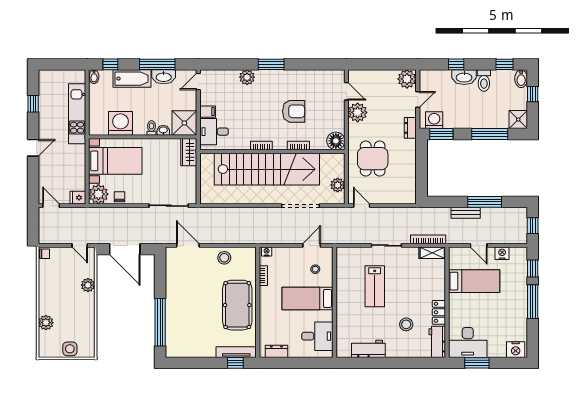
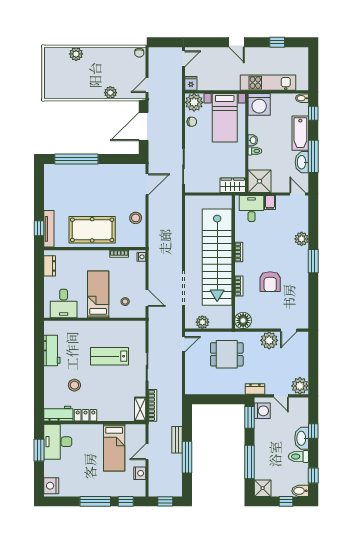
washing machine: (120, 123) -> (259, 104), moved, turned 90
washbasin: (163, 130) -> (253, 140), moved
side table: (70, 349) -> (52, 76), removed

